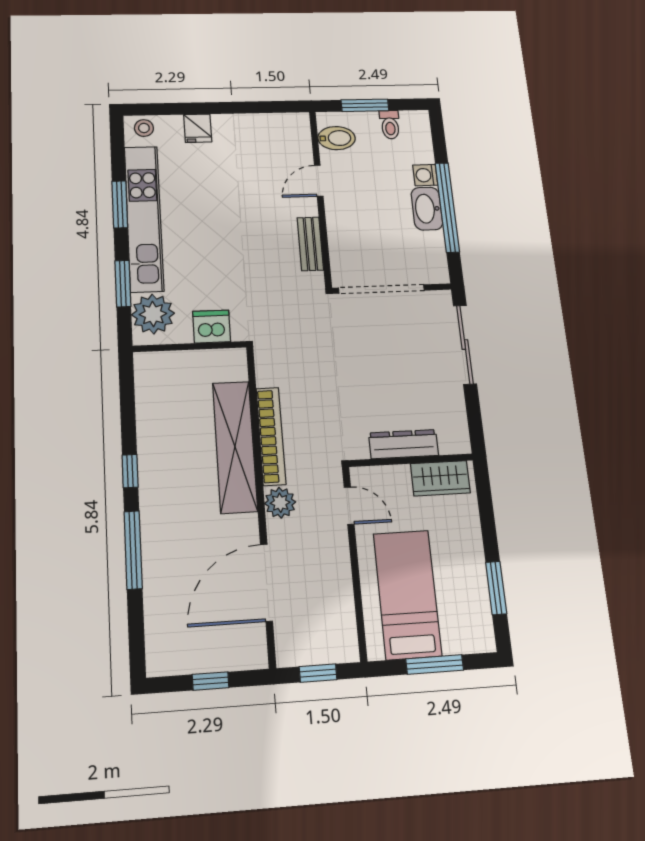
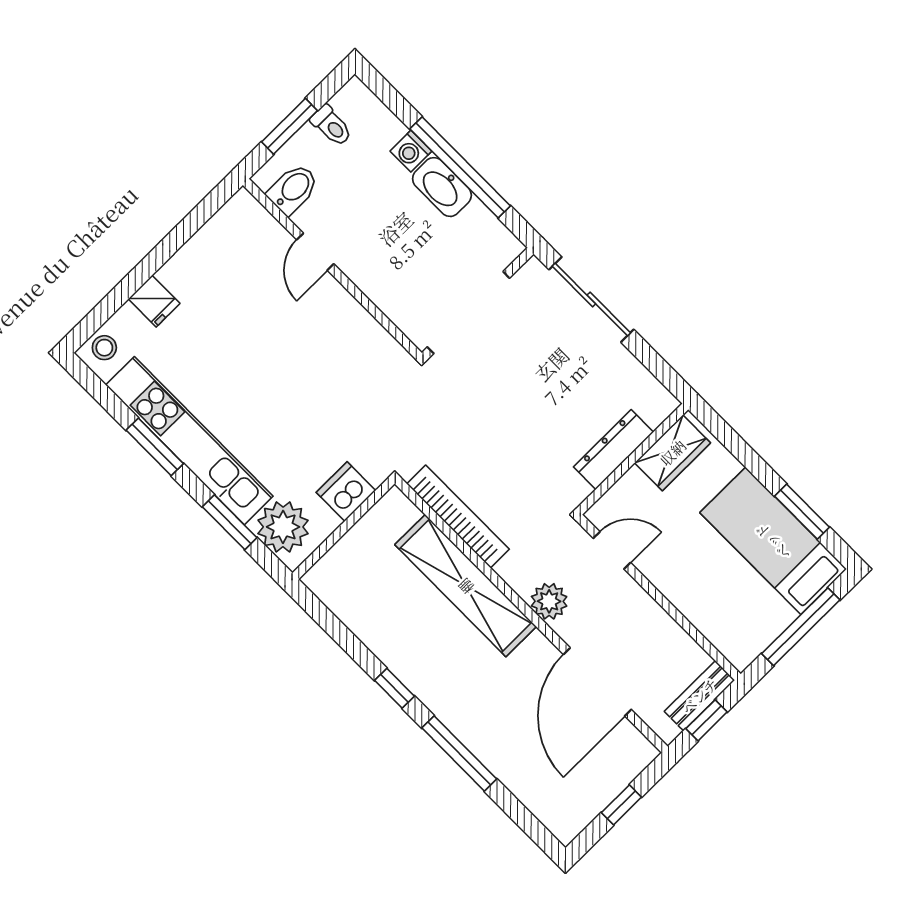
bench: (310, 244) -> (700, 696), moved, turned 90
bookcase: (271, 436) -> (458, 517), moved
bed: (407, 594) -> (773, 541), moved
window: (435, 665) -> (801, 627), width x1.44

